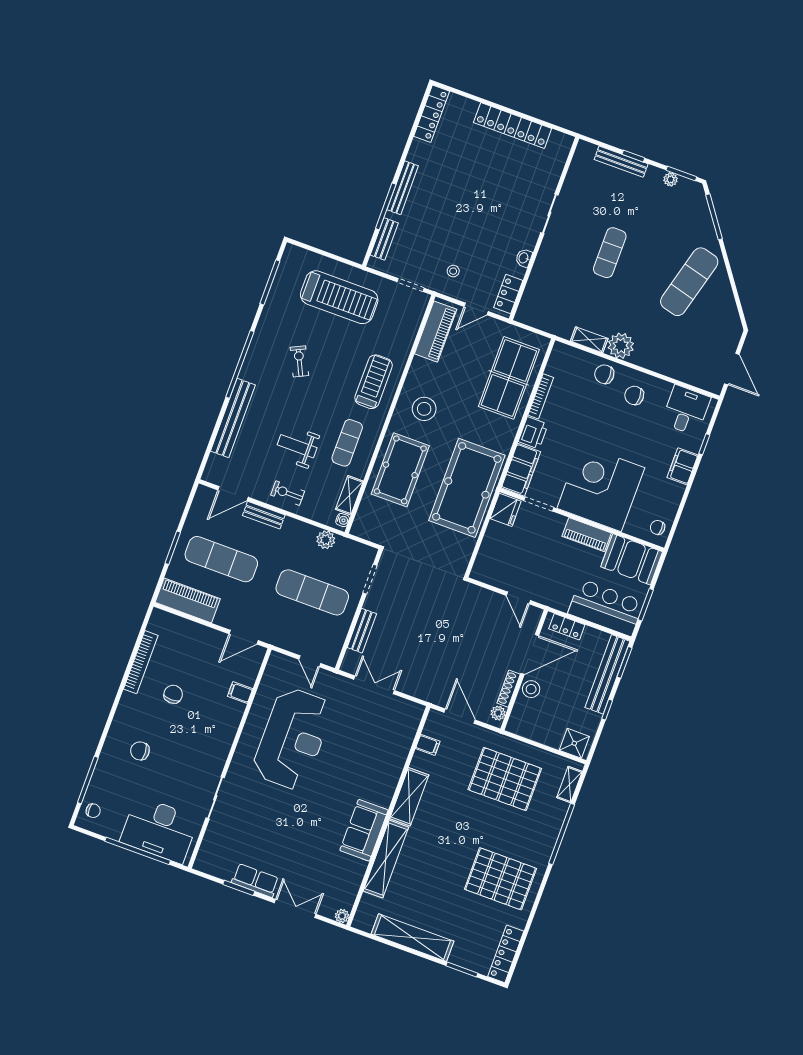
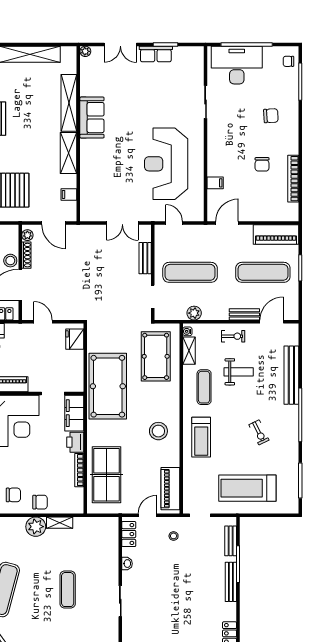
pool table: (400, 470) -> (156, 356), moved
fridge: (506, 510) -> (75, 339), moved

